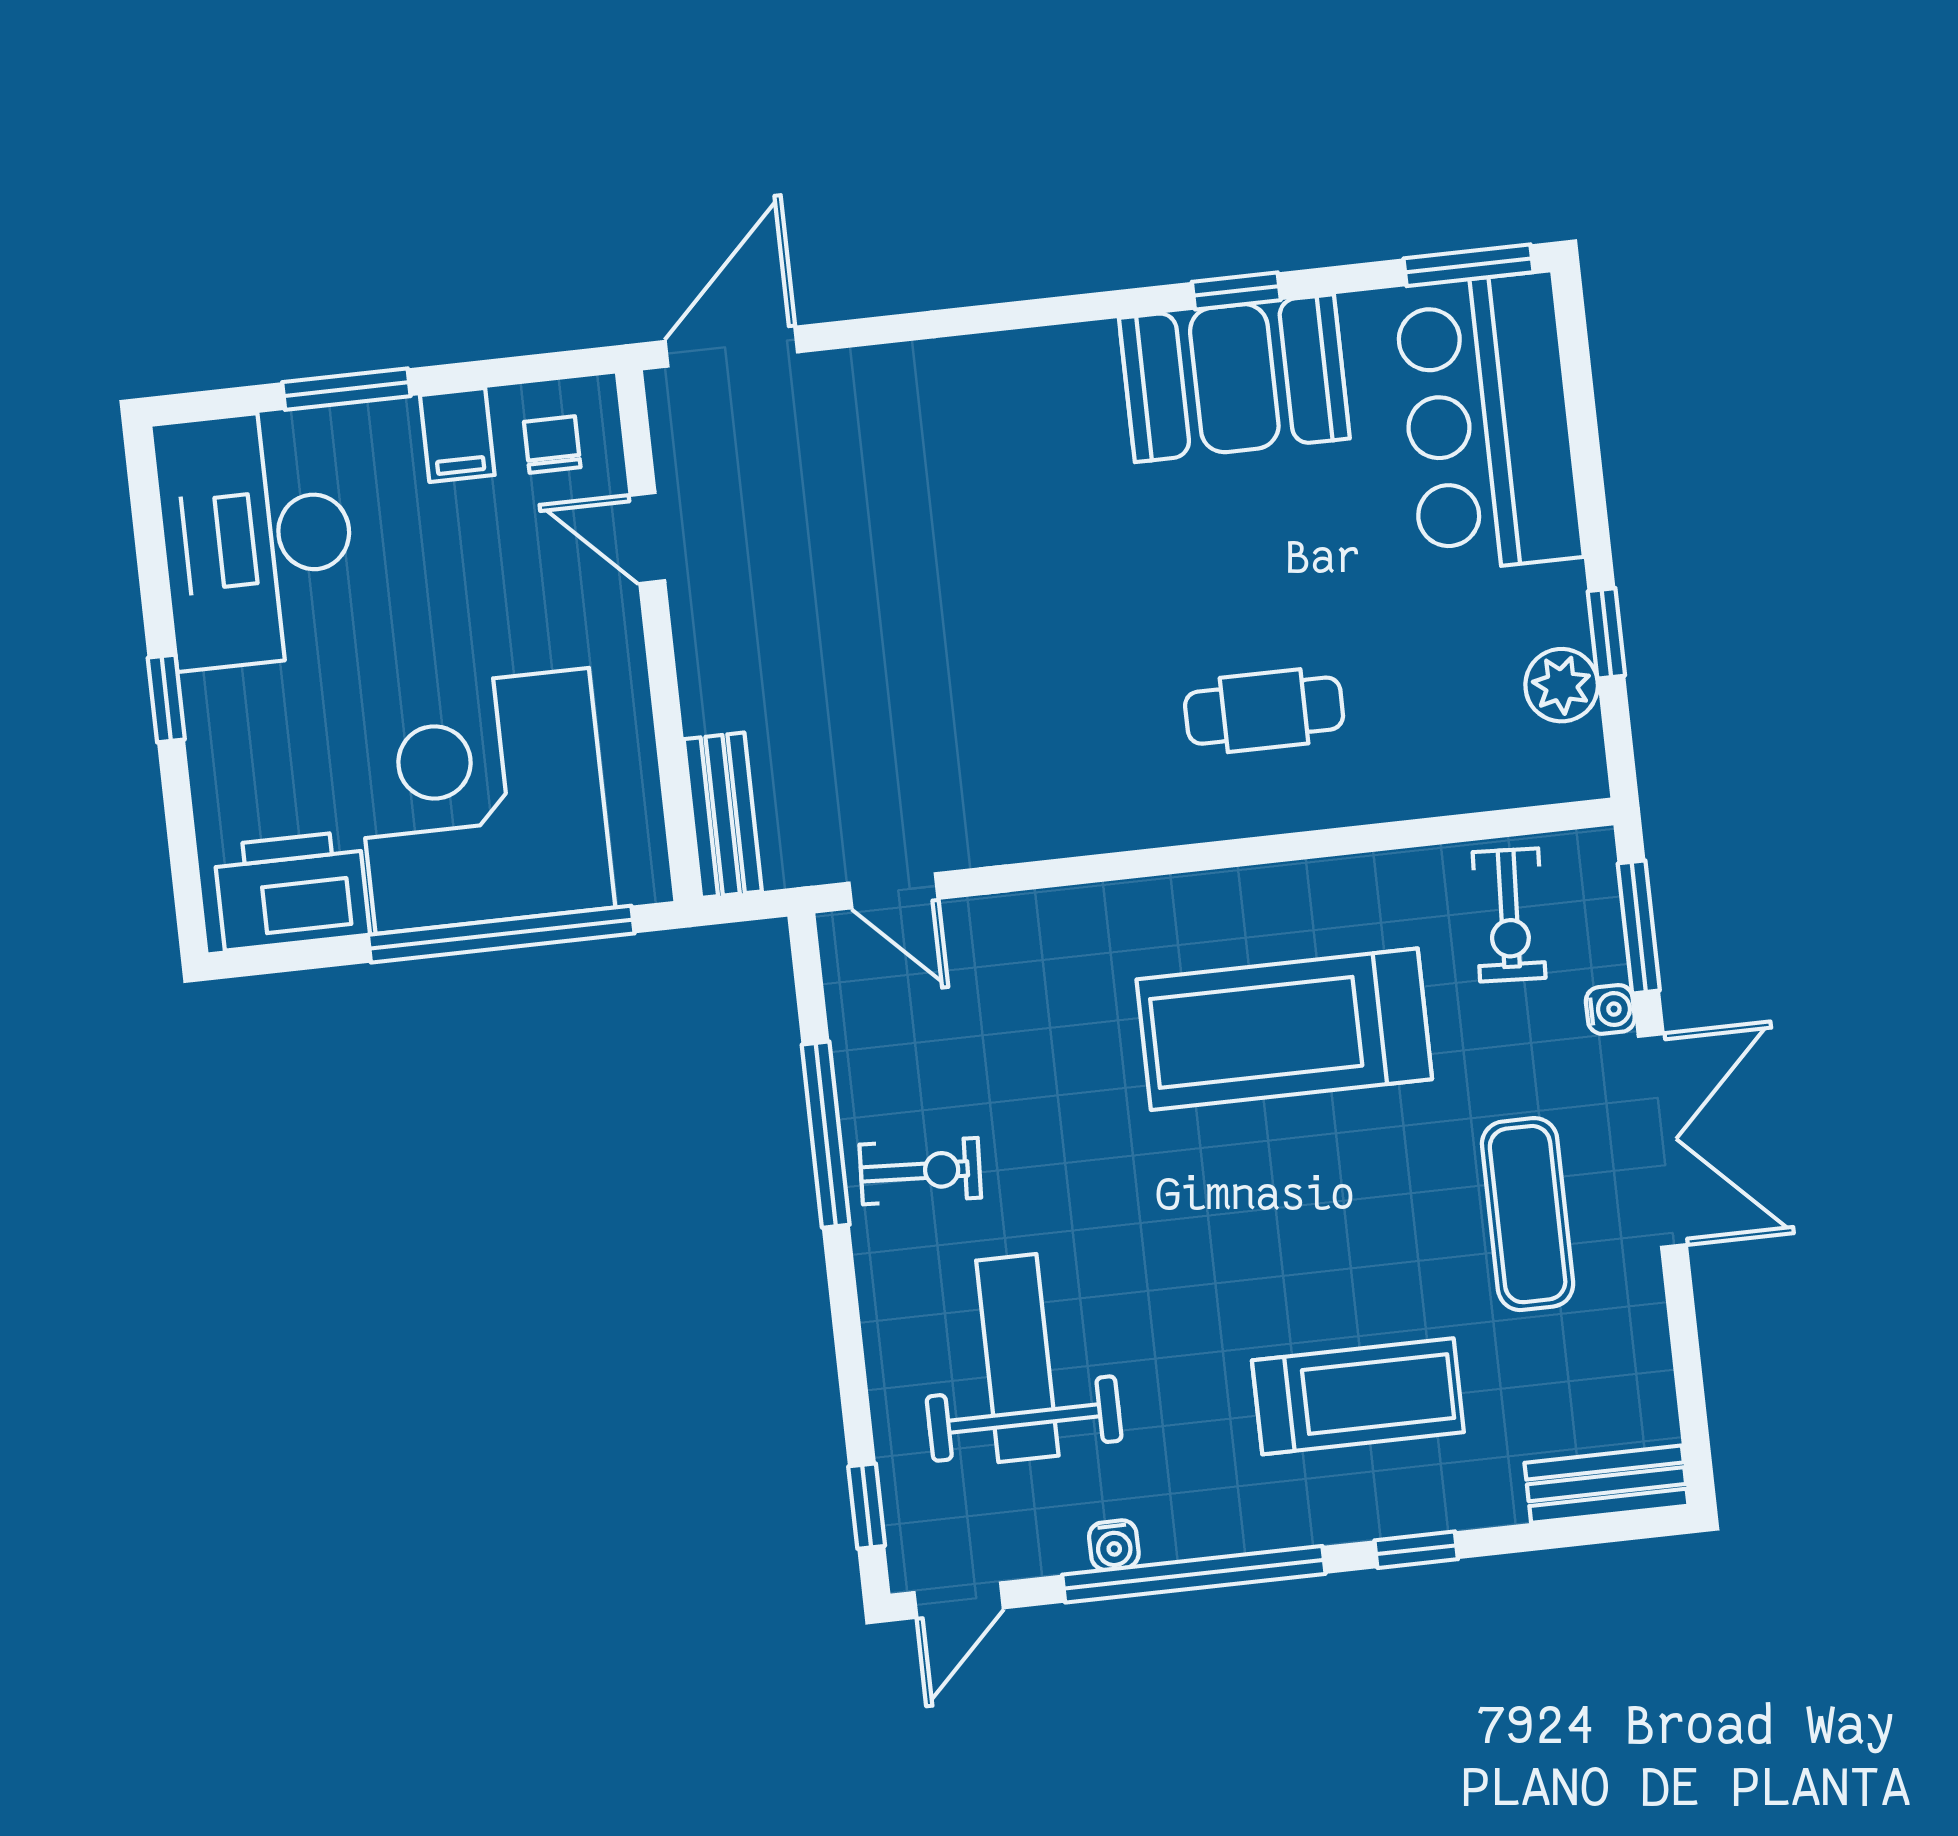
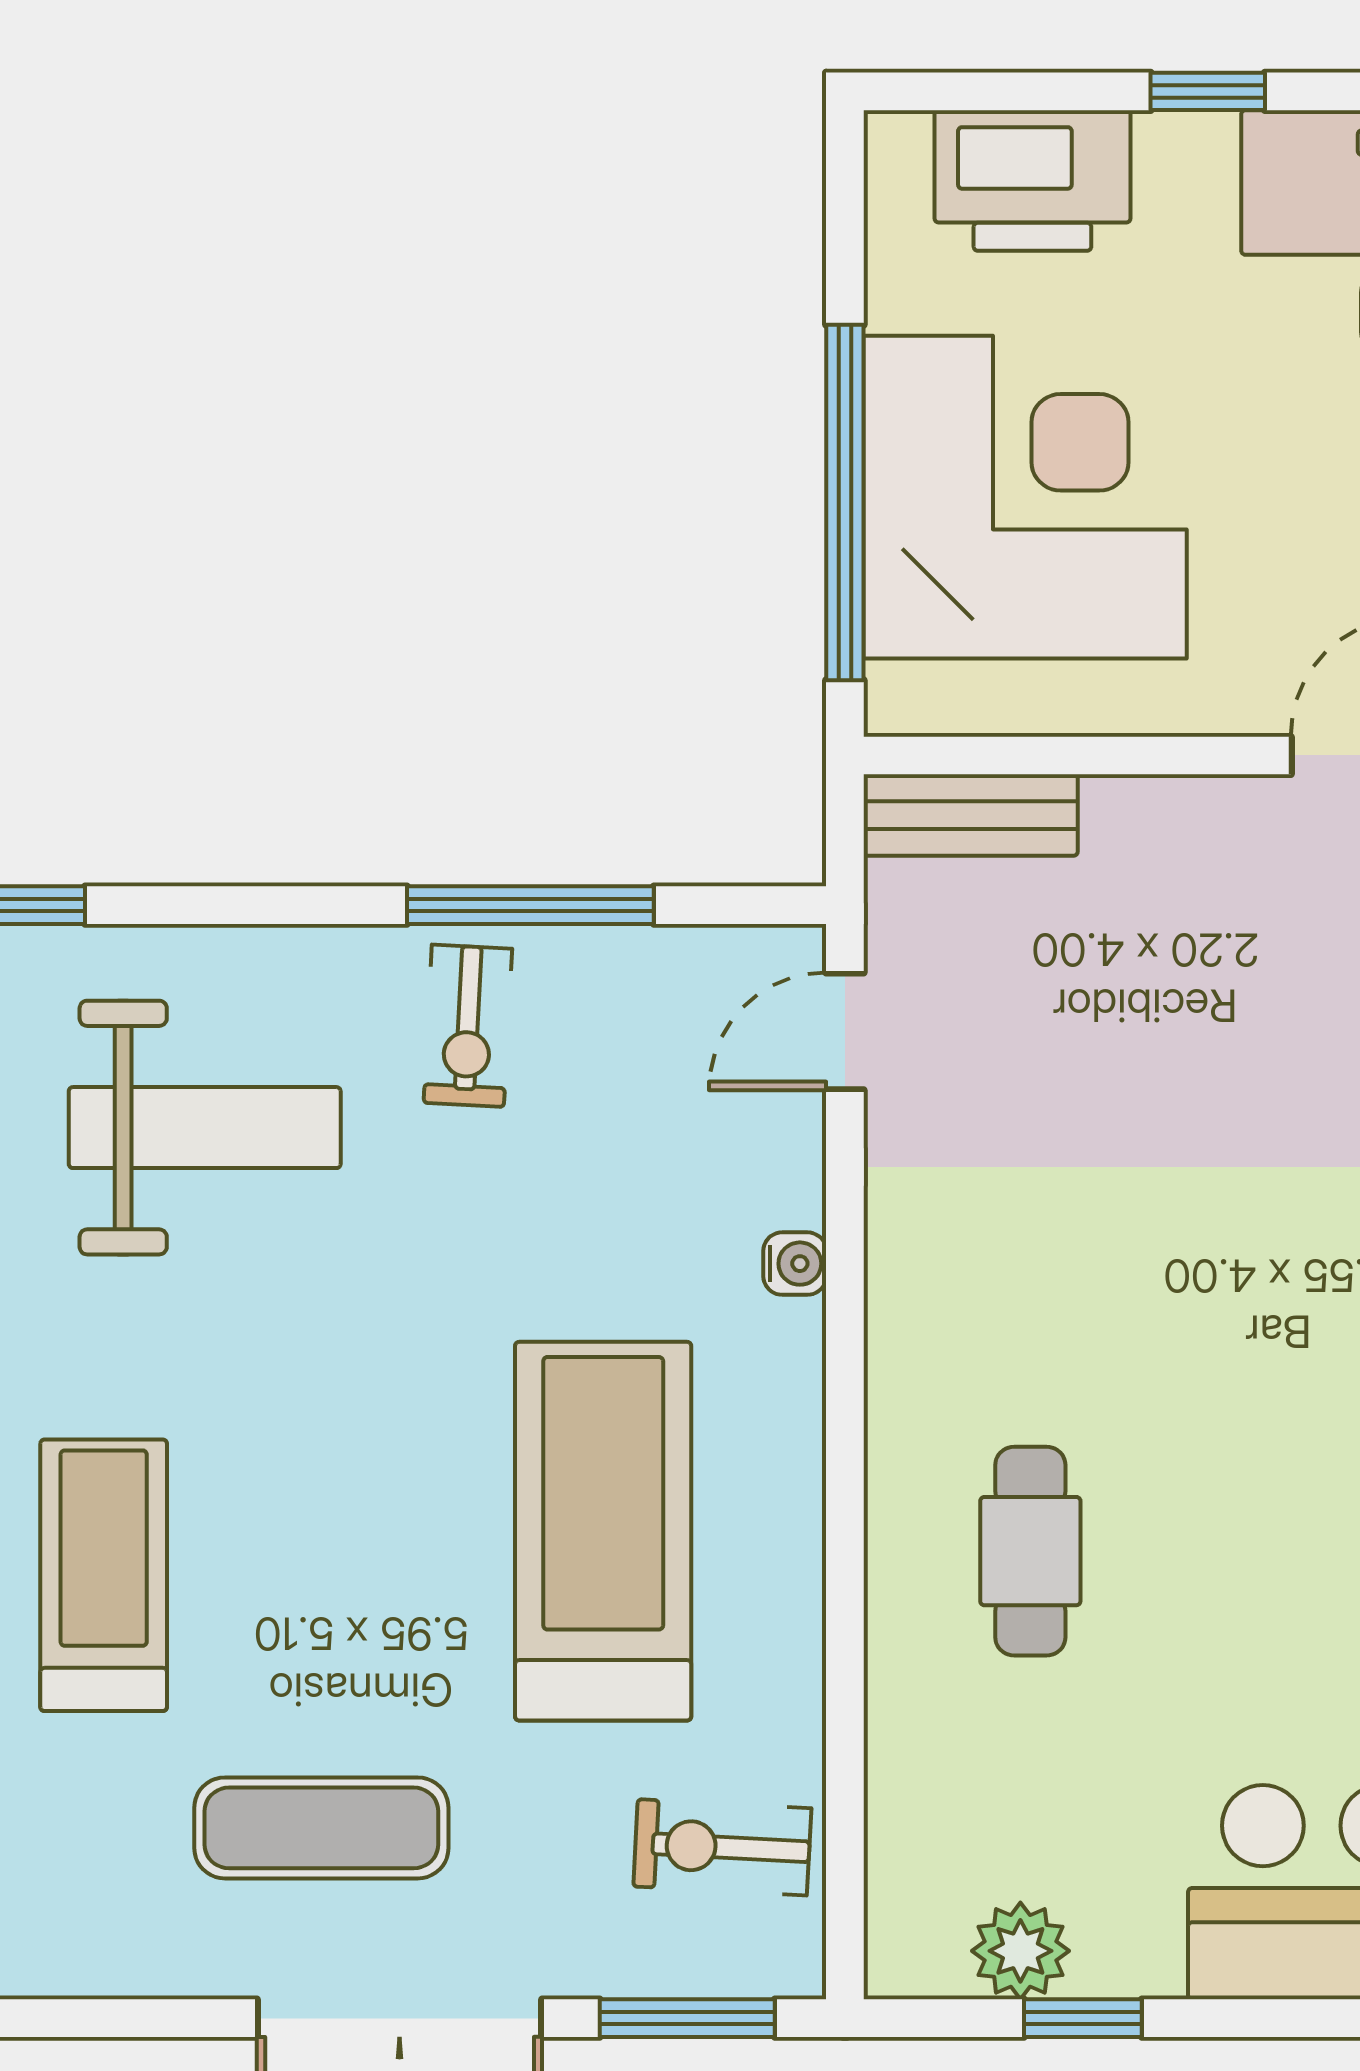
printer: (292, 890) -> (1032, 180), moved, turned 90
water cooler: (1610, 1009) -> (795, 1264), moved, turned -90
treadmill: (1358, 1396) -> (104, 1575), turned 180

